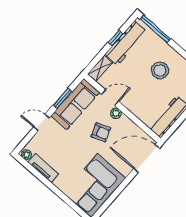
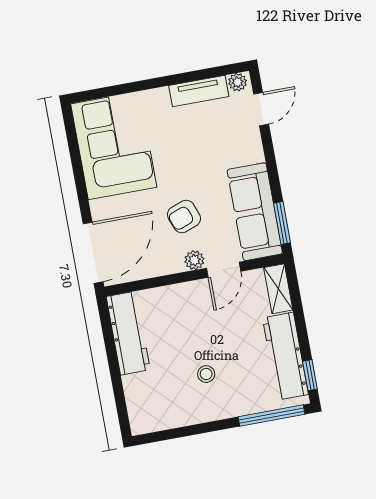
window: (115, 38) -> (310, 375), moved
stool: (160, 70) -> (206, 374), width x0.53, depth x0.53
window: (63, 99) -> (282, 223), moved
door: (42, 123) -> (261, 109), moved

